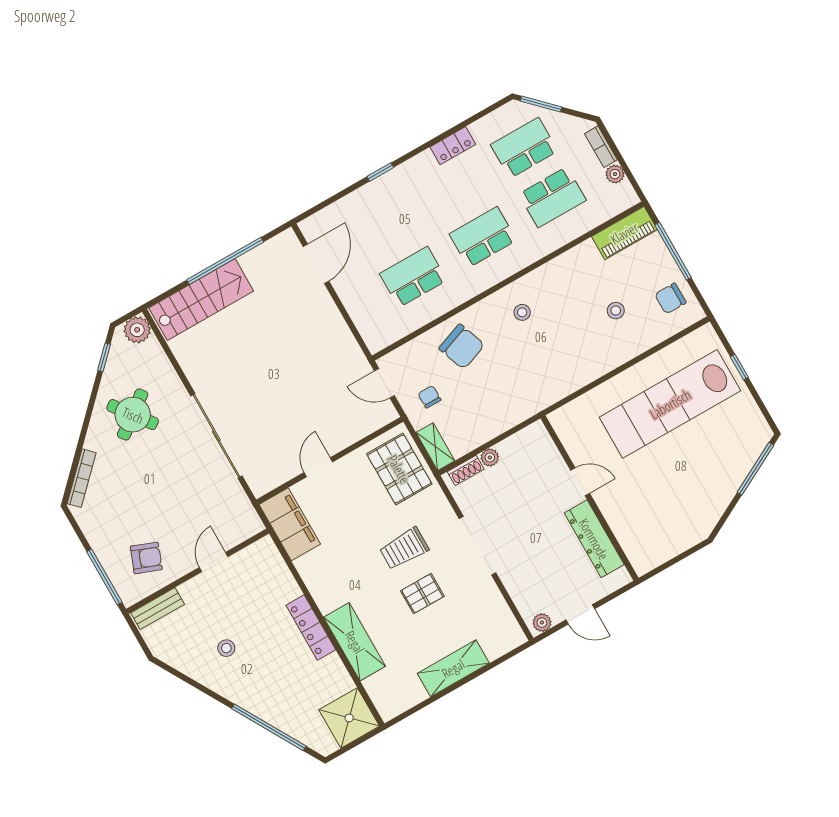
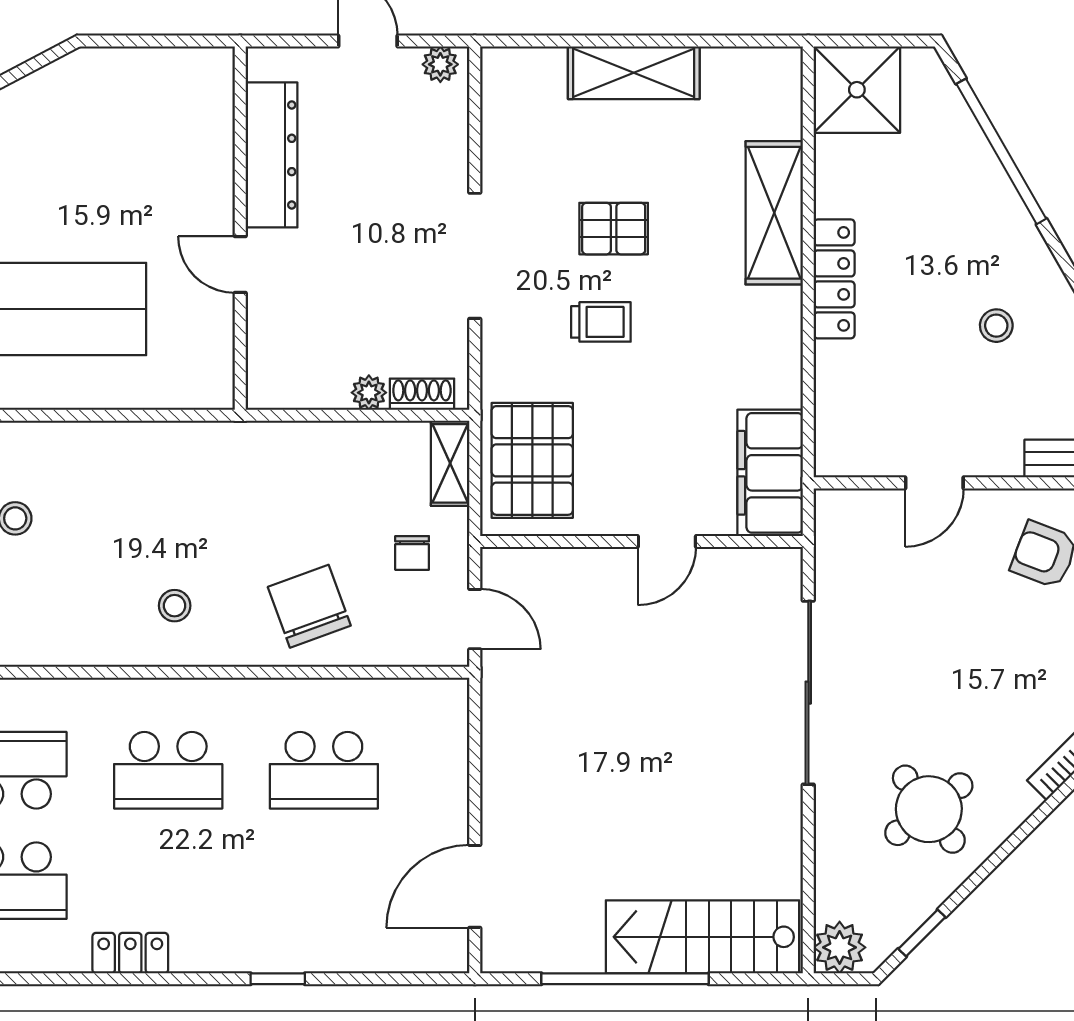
trolley: (404, 548) -> (601, 322), width x0.73, depth x0.72

